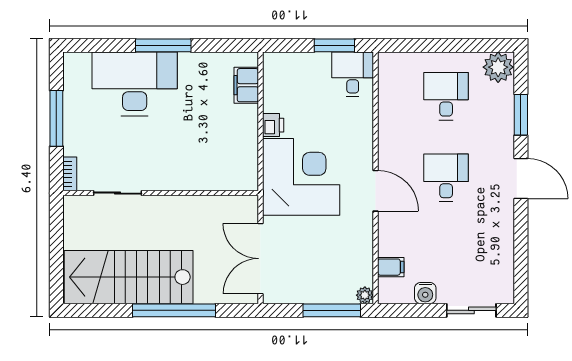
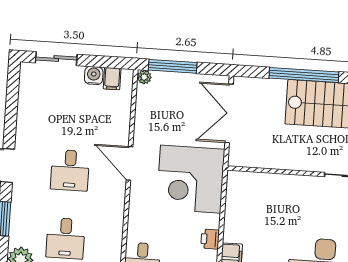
printer: (273, 125) -> (210, 239), moved
double door: (260, 259) -> (229, 113), swing flipped
filing cabinet: (391, 267) -> (112, 79), moved, turned -90

